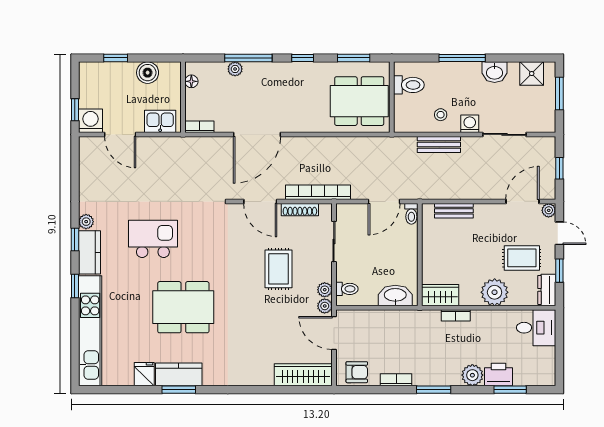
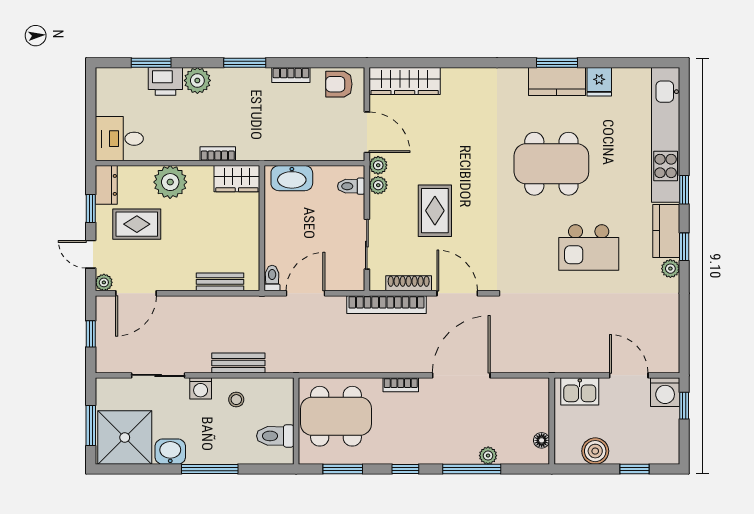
shower: (532, 74) -> (125, 437), width x1.86, depth x1.86
bookcase: (199, 127) -> (401, 385), moved

